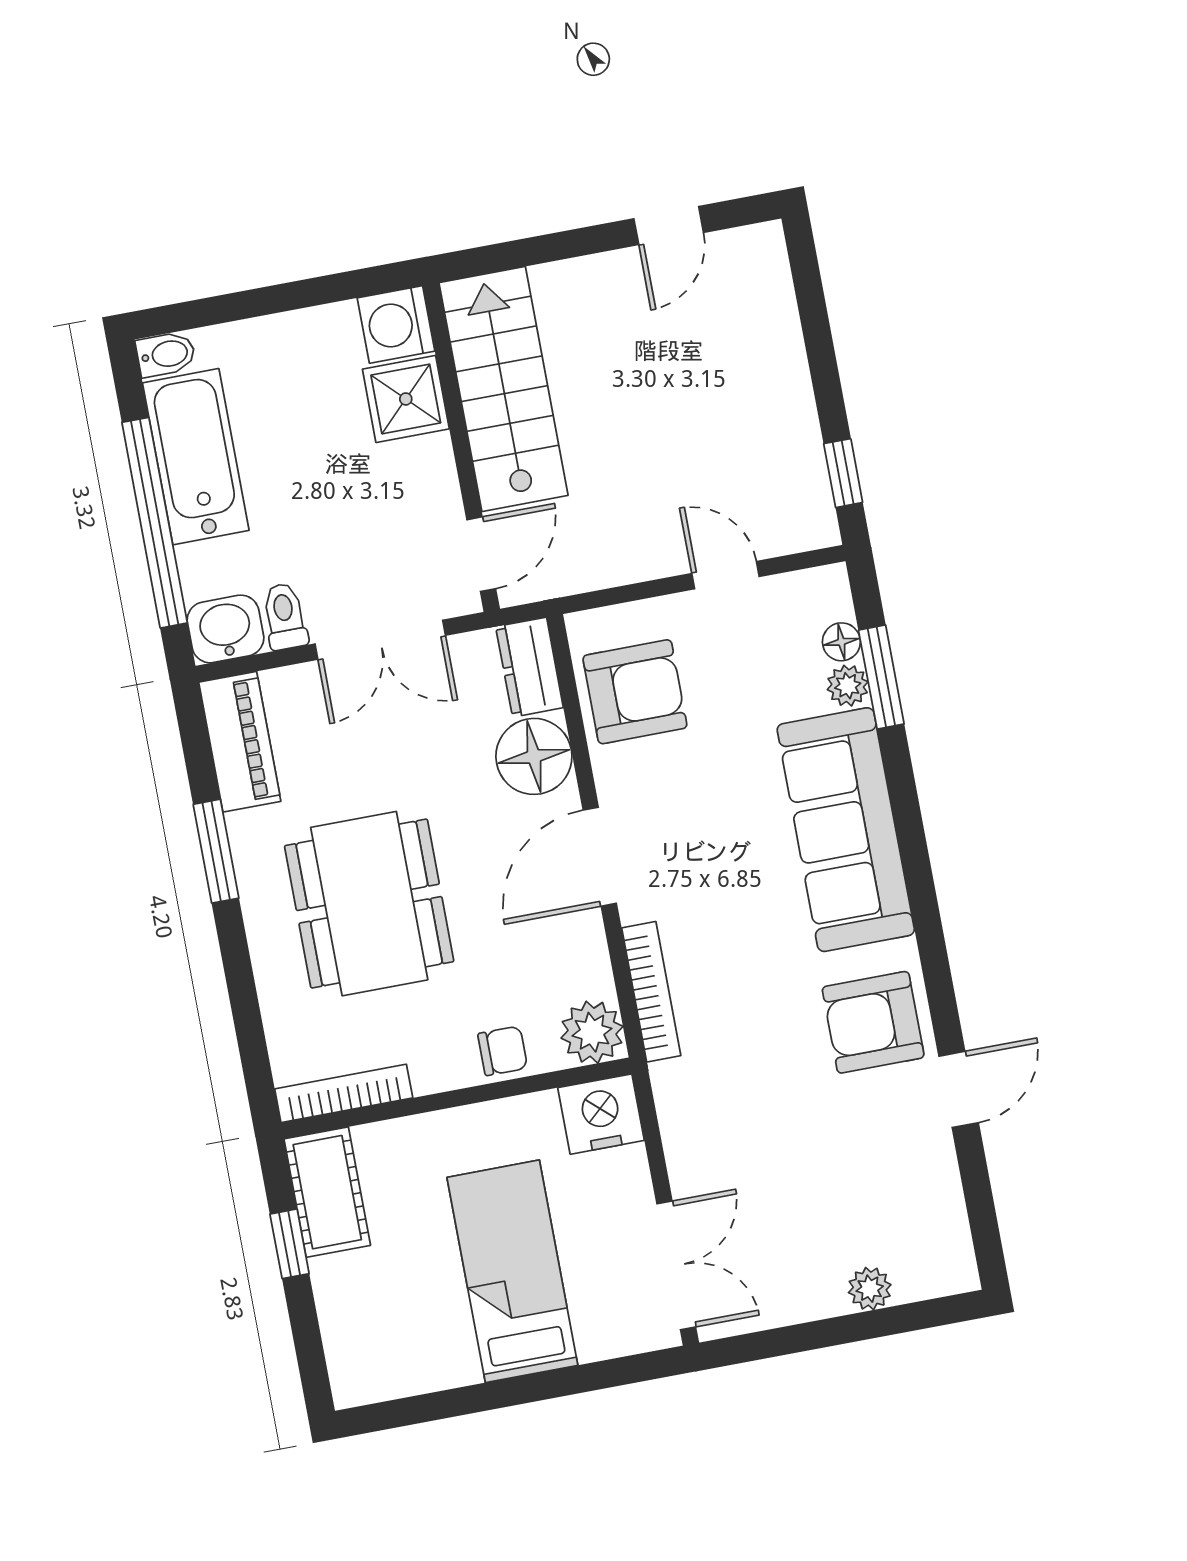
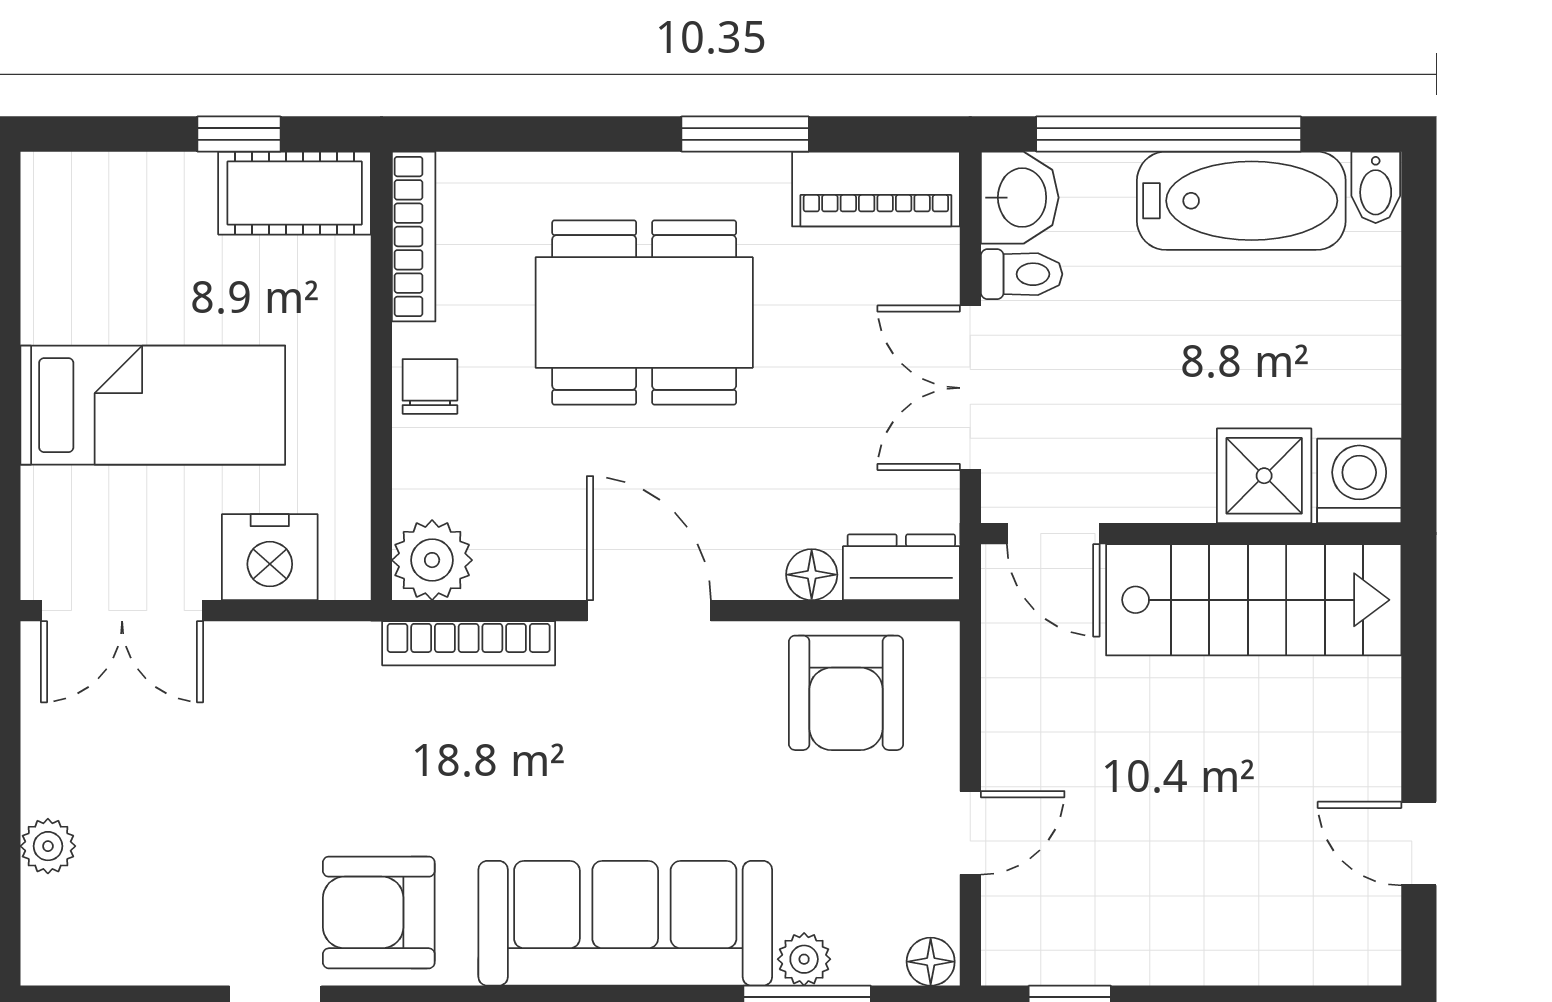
floor lamp: (841, 642) -> (931, 962), moved
floor lamp: (534, 756) -> (812, 575), width x0.53, depth x0.53
armchair: (873, 1022) -> (379, 912), turned -90
chair: (503, 1051) -> (430, 386), moved, turned 180
nightstand: (601, 1114) -> (270, 557), moved, turned 90

